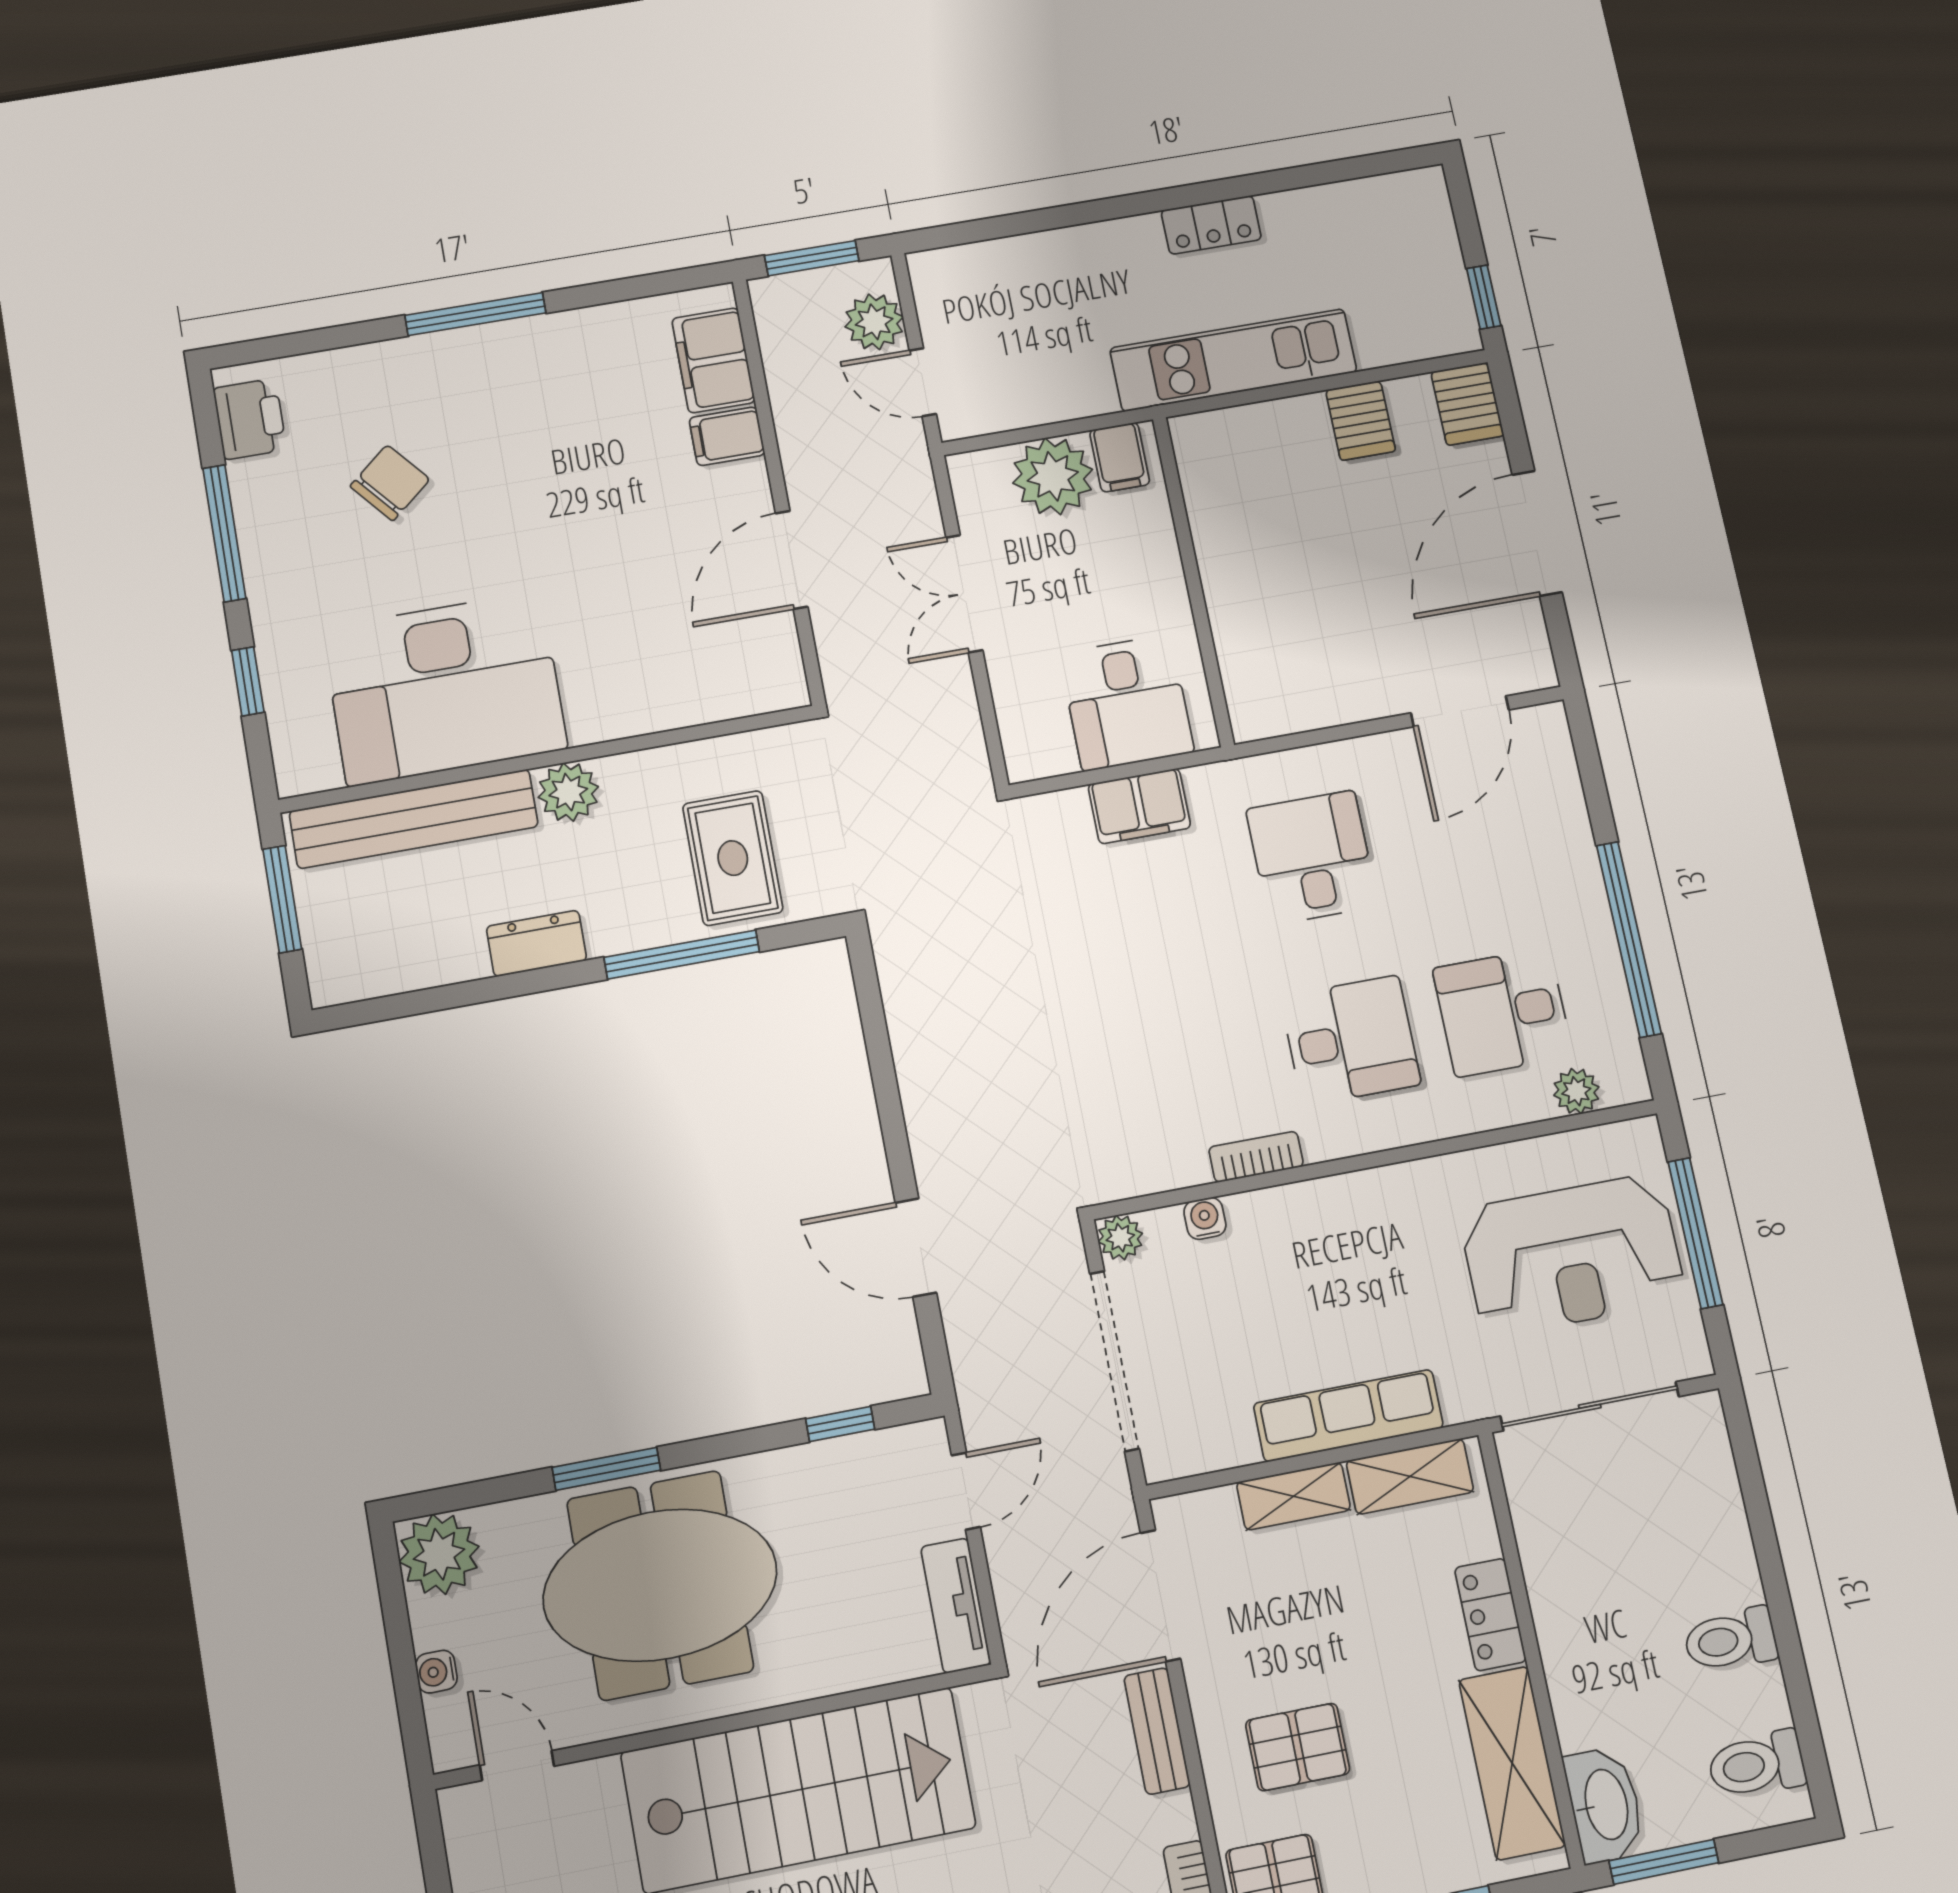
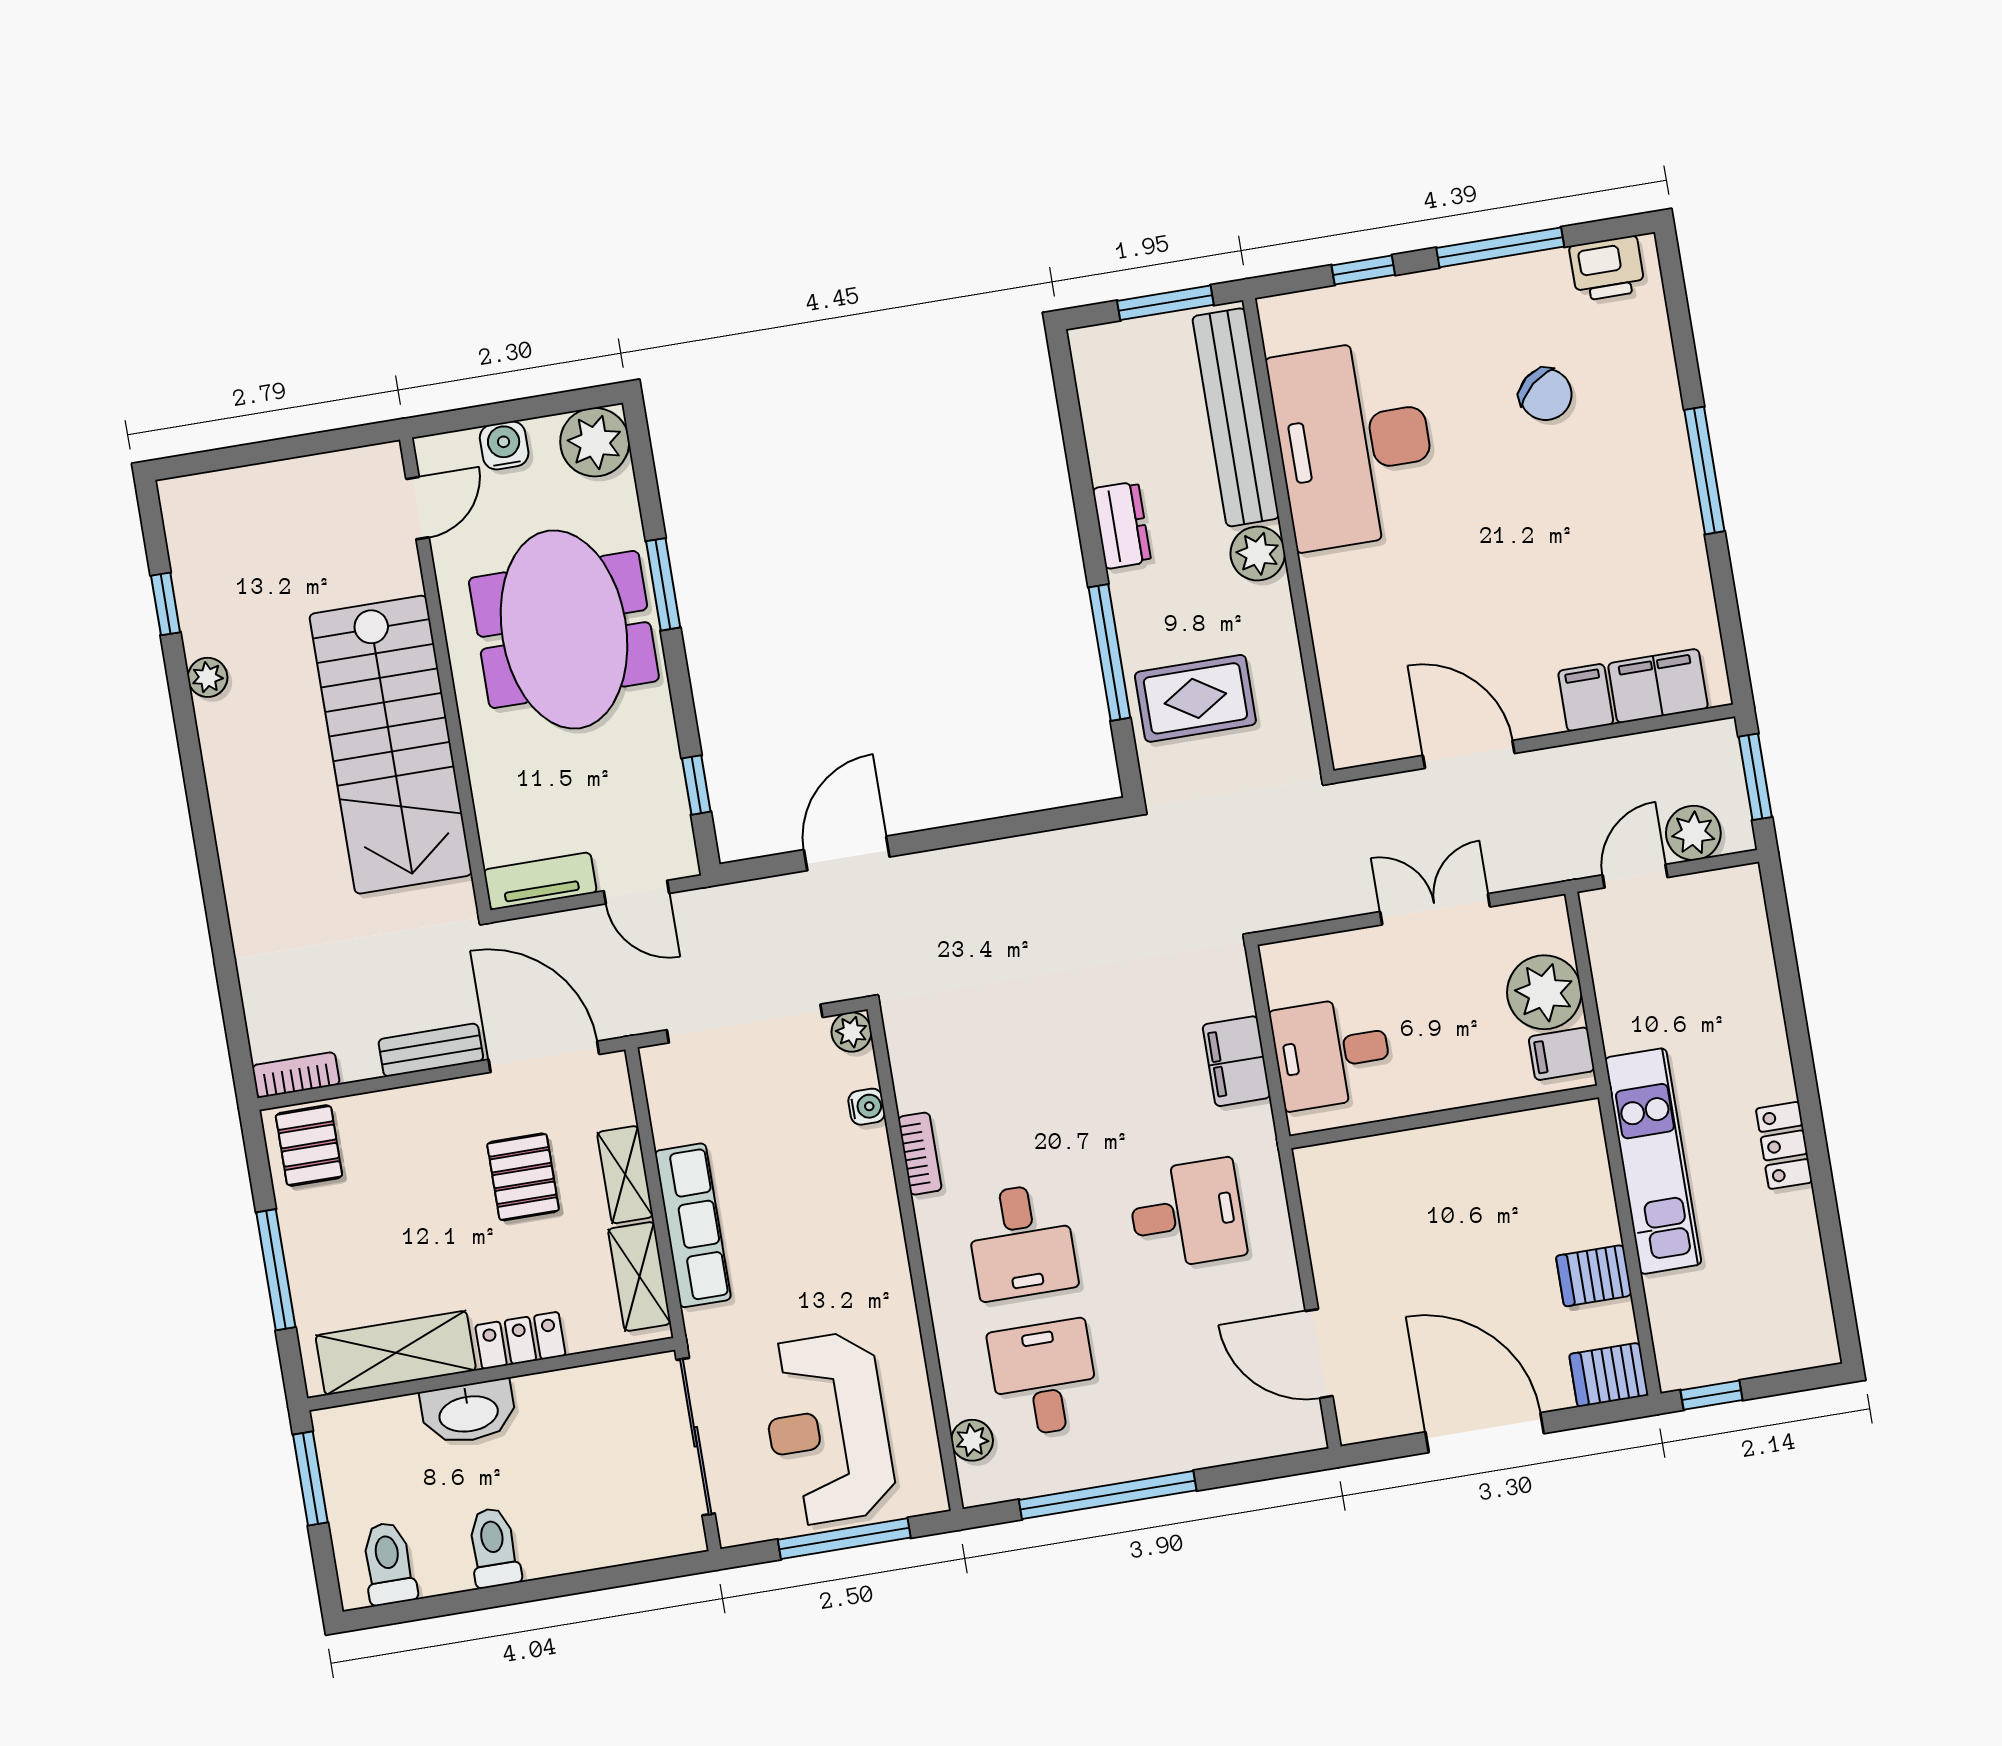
water cooler: (436, 1672) -> (504, 445), width x1.38, depth x1.38
pallet: (1298, 1747) -> (523, 1177), moved
washbasin: (1605, 1805) -> (468, 1412), moved

